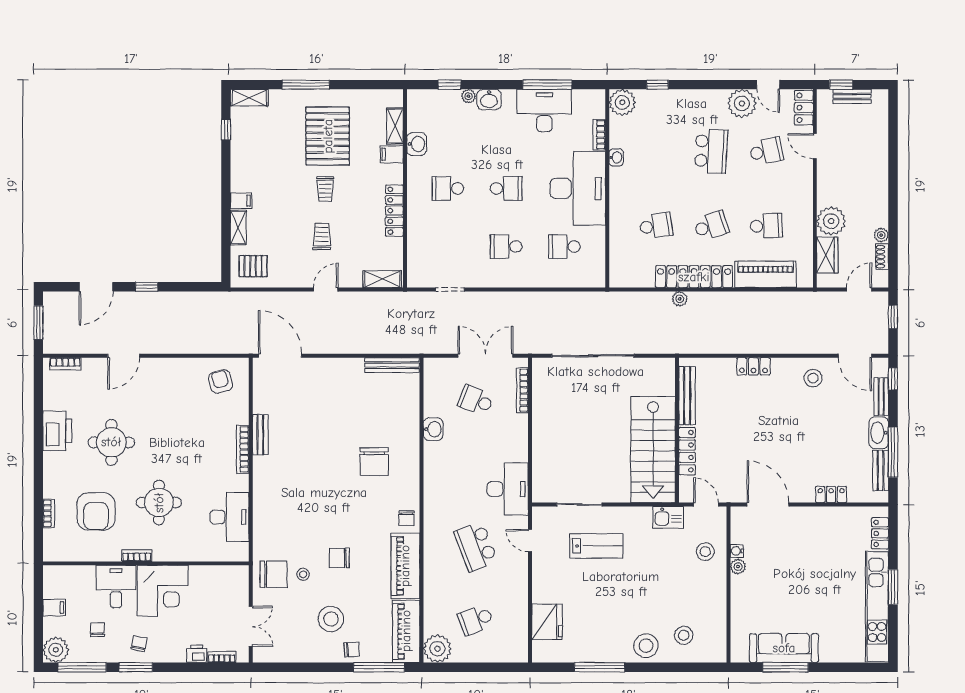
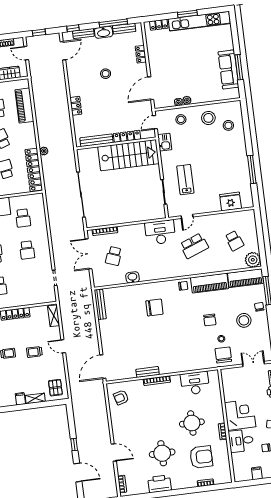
locker: (694, 277) -> (34, 170), moved
stool: (813, 378) -> (106, 74), moved
stool: (646, 646) -> (208, 118), moved

